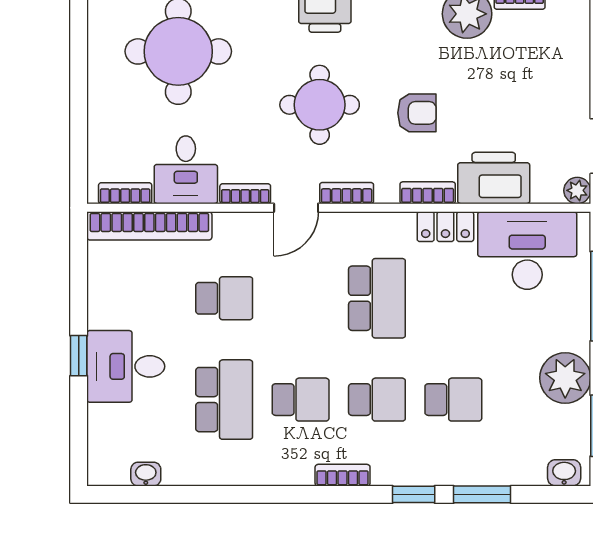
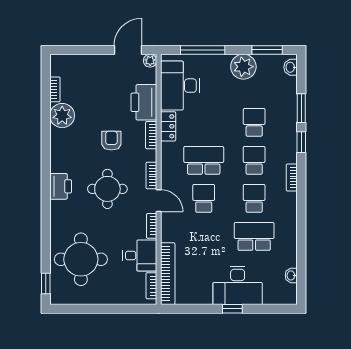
school desk: (224, 298) -> (204, 198), moved
desk: (126, 366) -> (238, 285), width x1.37

